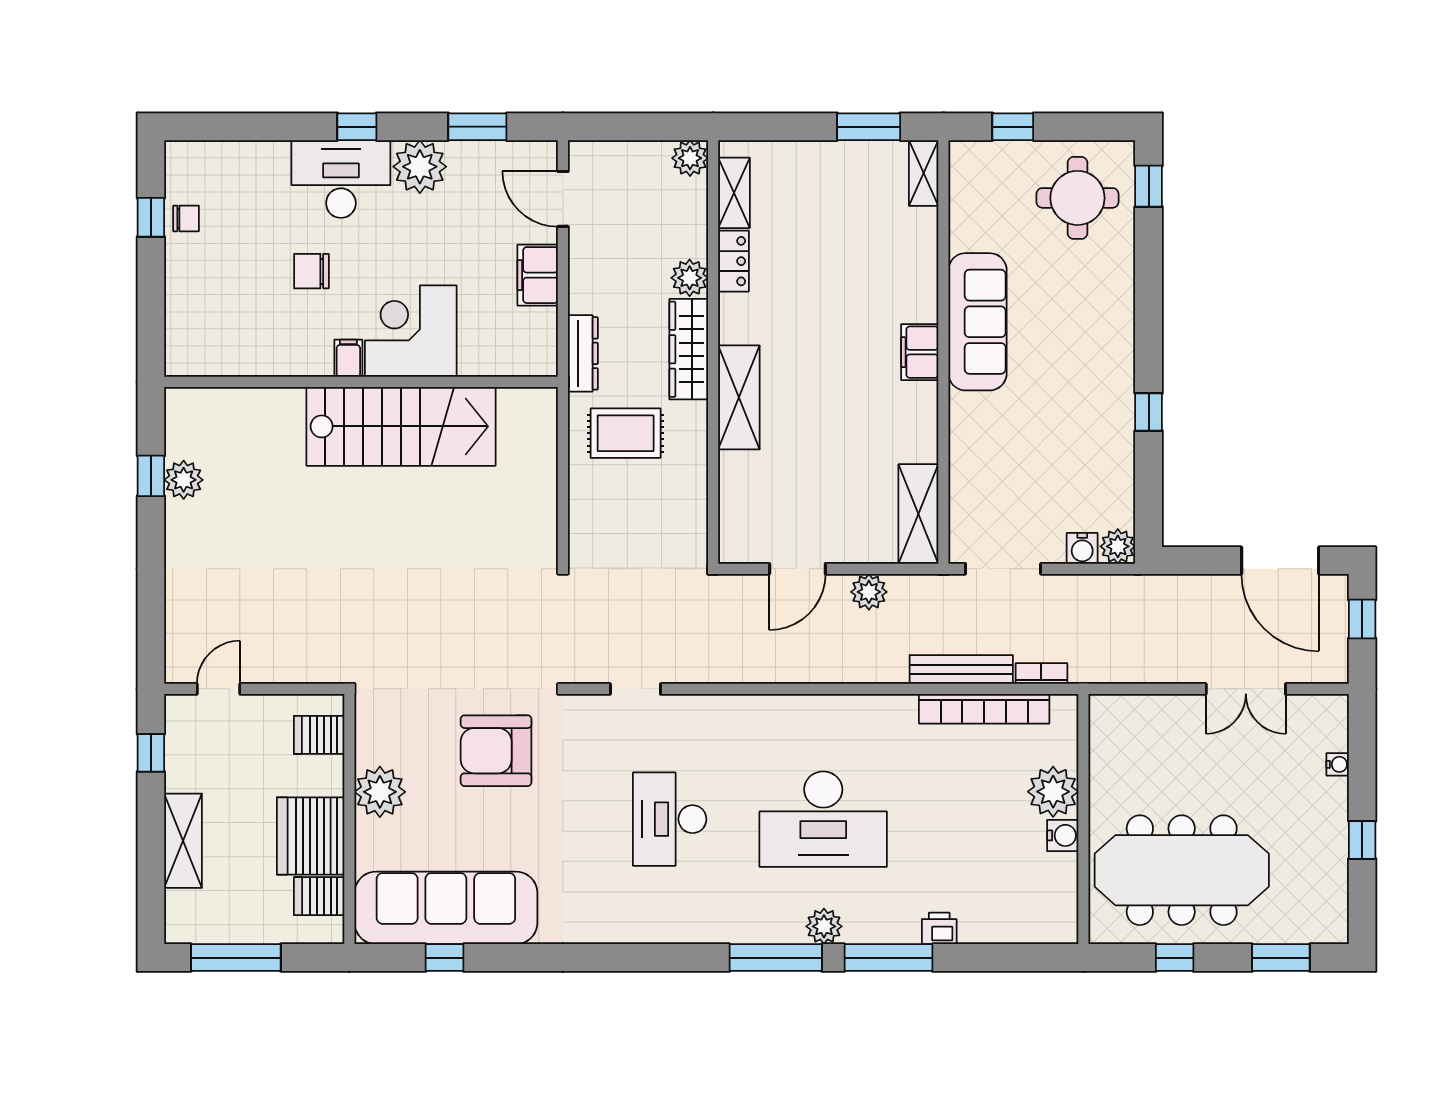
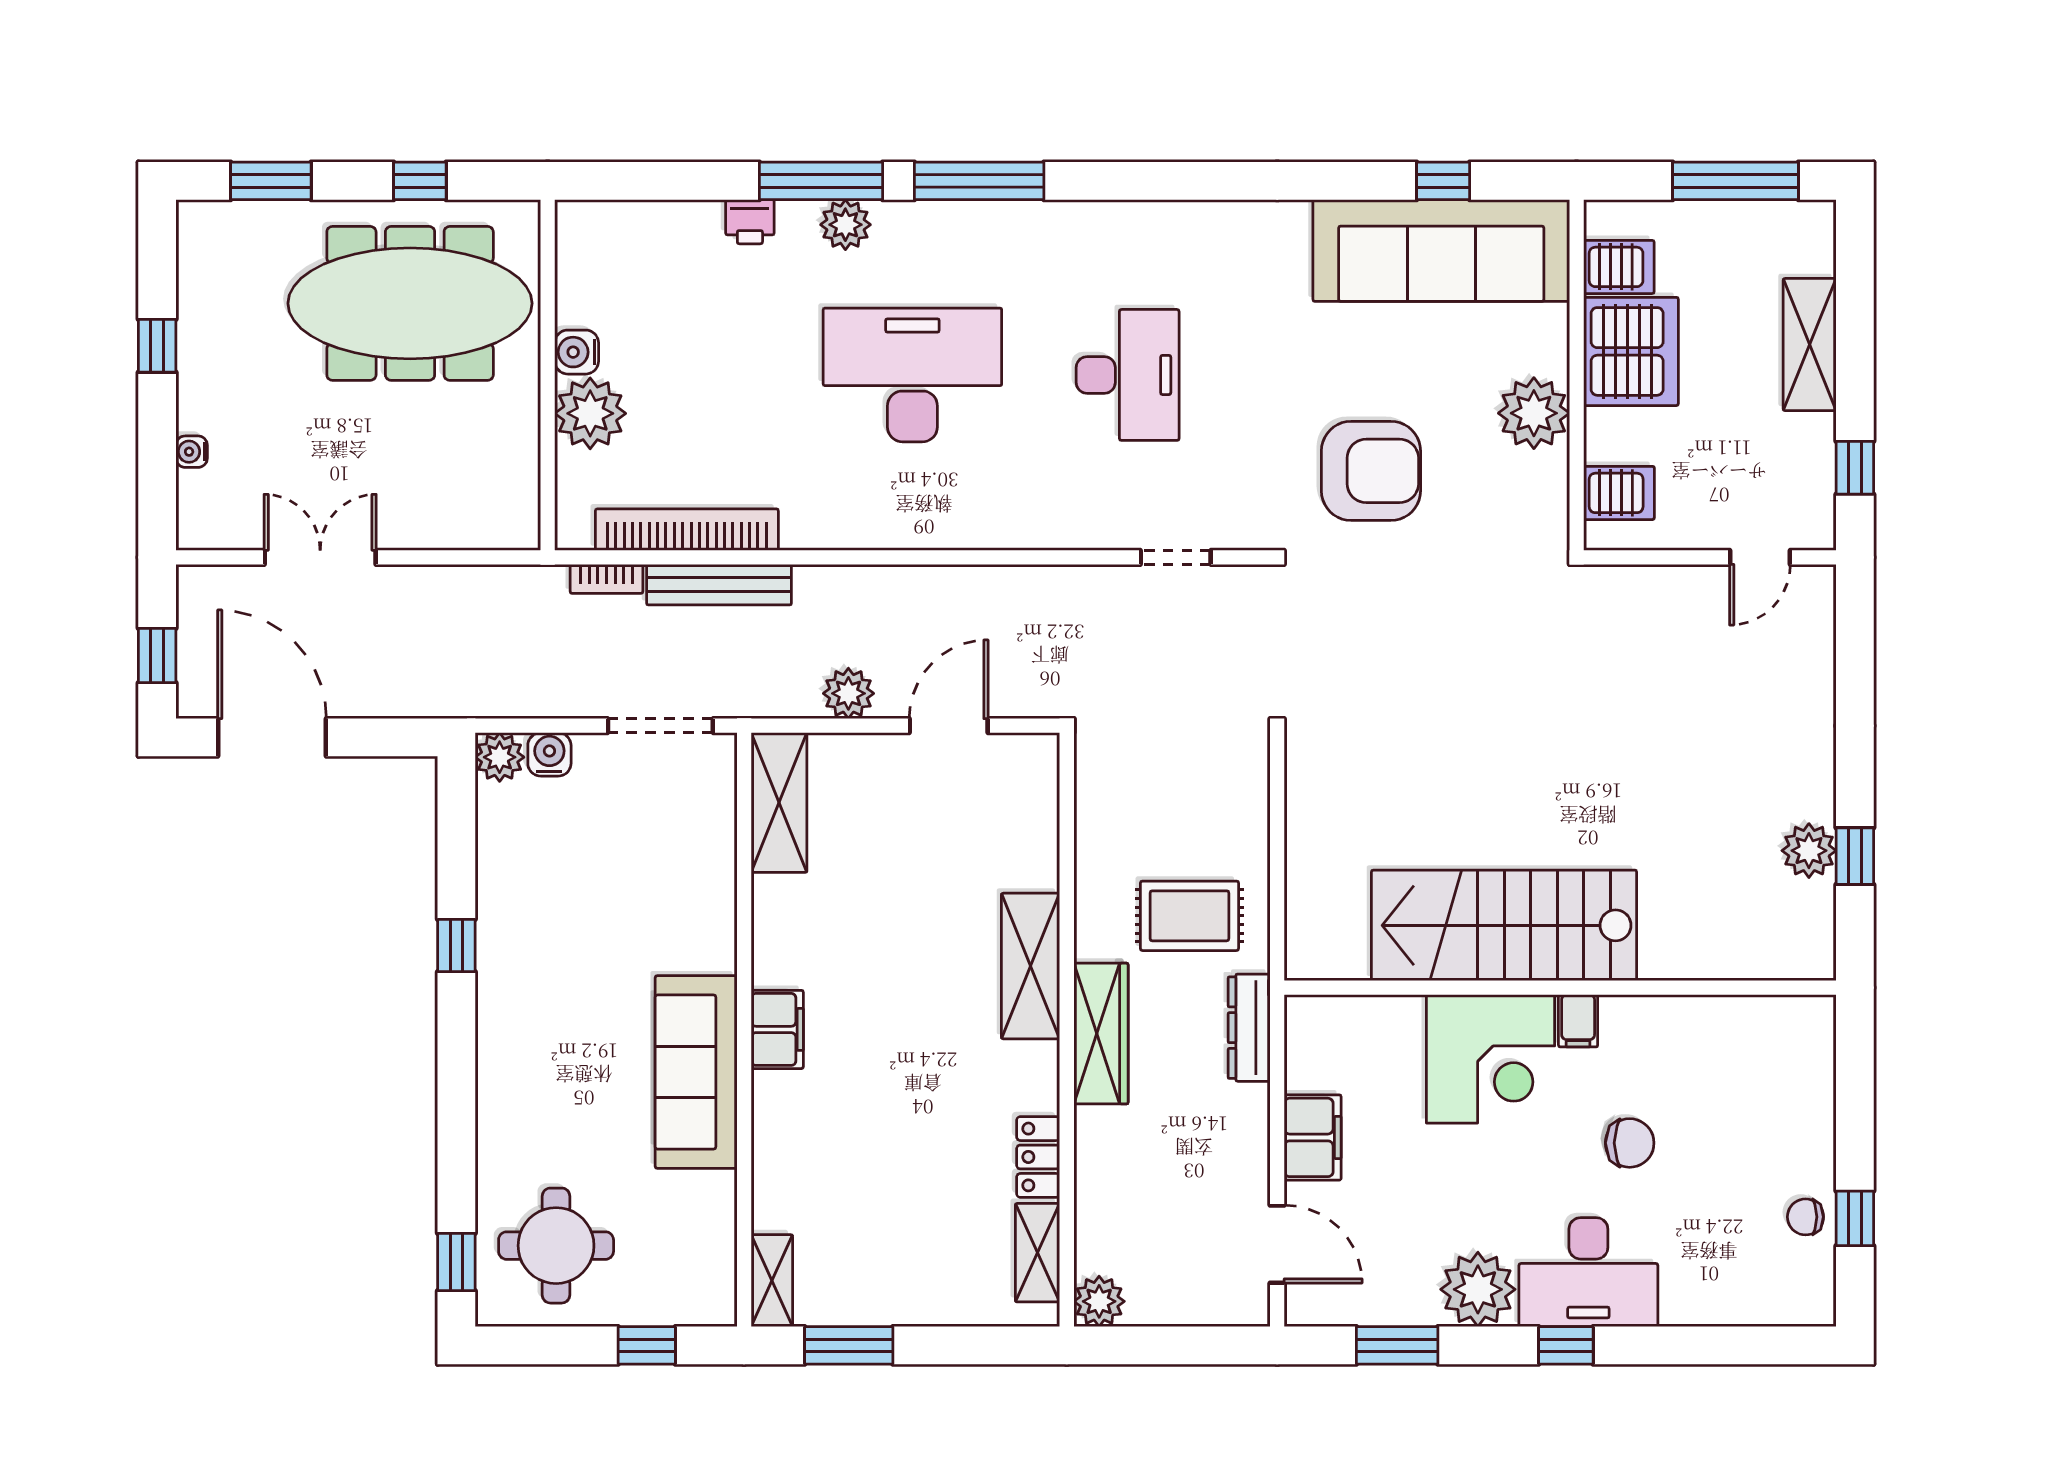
plant: (690, 278) -> (1100, 1134), removed
plant: (824, 926) -> (845, 225), moved

